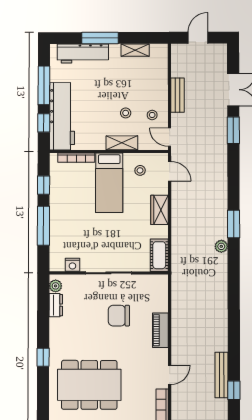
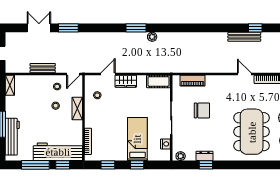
shelving: (135, 50) -> (10, 85), moved
door: (170, 171) -> (108, 74), moved
bed: (109, 183) -> (137, 139), moved, turned -90
window: (43, 226) -> (137, 165), width x0.46
dresser: (56, 305) -> (205, 156), moved
chair: (119, 316) -> (202, 110), turned -90
piano: (160, 330) -> (193, 81), moved
window: (43, 357) -> (206, 165), moved

